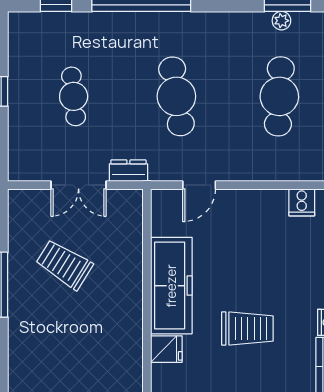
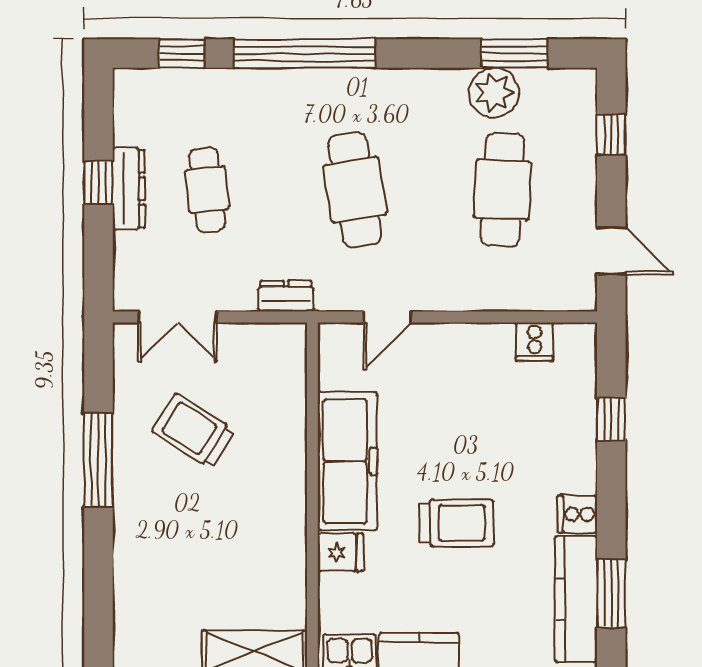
plant: (281, 21) -> (494, 93), width x1.88, depth x1.88
dresser: (19, 96) -> (129, 189), added
double door: (79, 185) -> (177, 317), moved

